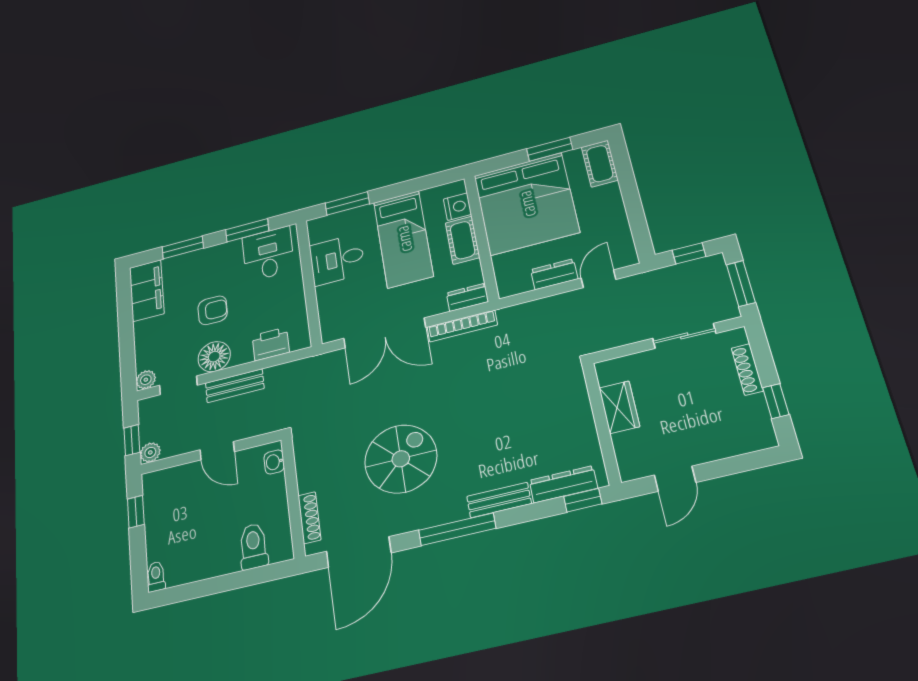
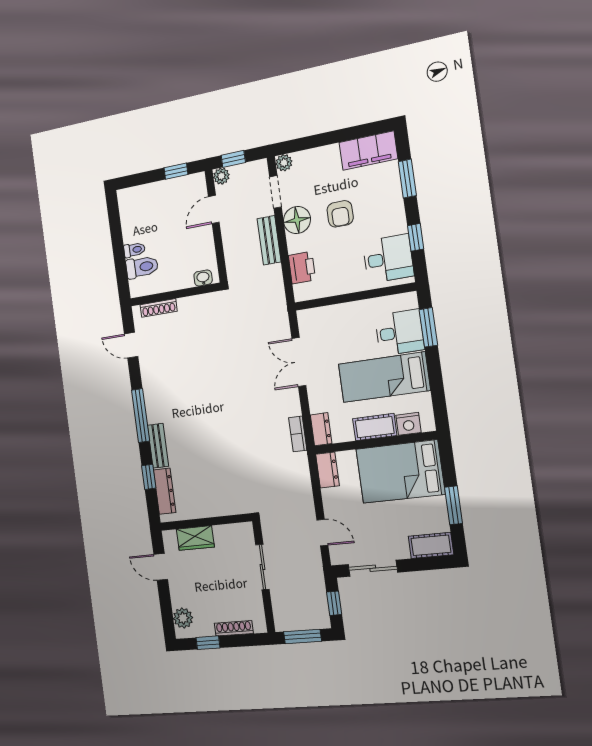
bed: (526, 204) -> (400, 472), width x0.73
sliding door: (637, 218) -> (373, 568), added
window: (247, 230) -> (416, 237), width x0.67
desk: (337, 260) -> (399, 332), moved, turned 90
dresser: (554, 274) -> (327, 470), moved
bookcase: (462, 326) -> (298, 434), width x0.64
double door: (385, 333) -> (299, 362), width x0.73
sliding door: (684, 336) -> (262, 567), moved
wardrobe: (619, 407) -> (195, 538), moved
plant: (746, 439) -> (183, 618), added
door: (217, 451) -> (214, 209), moved
spiral stairs: (401, 459) -> (195, 375), removed
window: (583, 500) -> (149, 477), moved
door: (359, 552) -> (131, 345), width x0.53
toilet: (156, 577) -> (134, 250), moved

